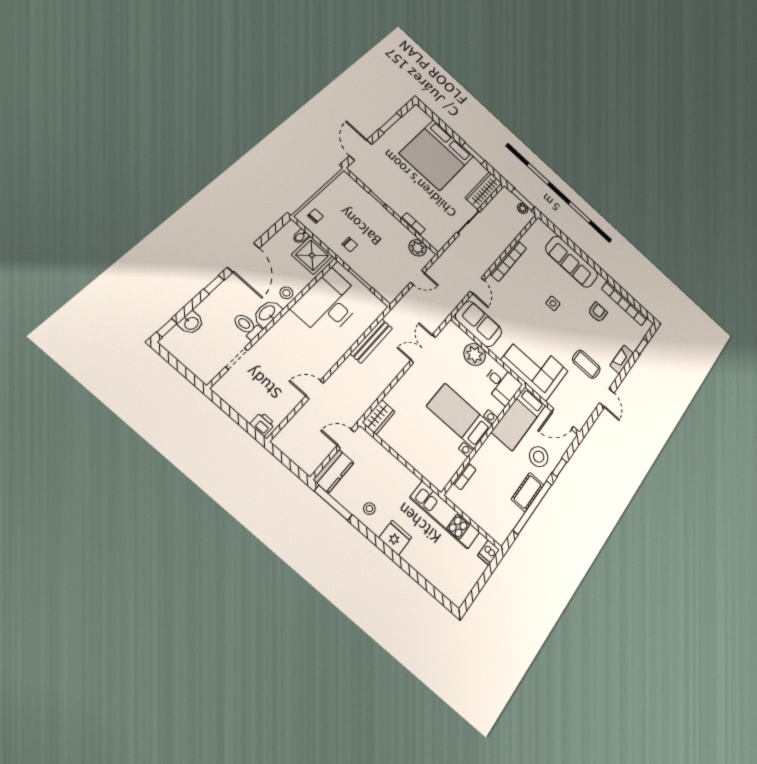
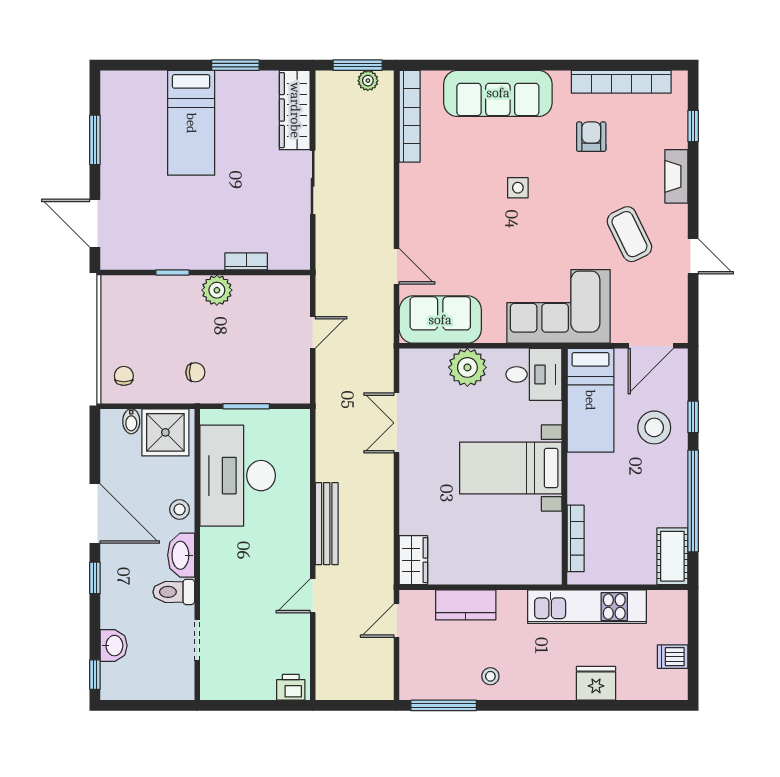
bed: (437, 155) -> (191, 123), width x0.49
plant: (418, 248) -> (217, 290), moved
bookcase: (508, 261) -> (410, 116), moved
bench: (371, 341) -> (327, 524), moved
coffee table: (586, 364) -> (629, 234), turned 64
kitchen counter: (334, 471) -> (466, 605), moved, turned 90
bookcase: (465, 476) -> (576, 538), width x1.56
cot: (528, 492) -> (672, 556), moved
fridge: (395, 538) -> (596, 683), moved
dishwasher: (489, 553) -> (673, 657), moved, turned 90

